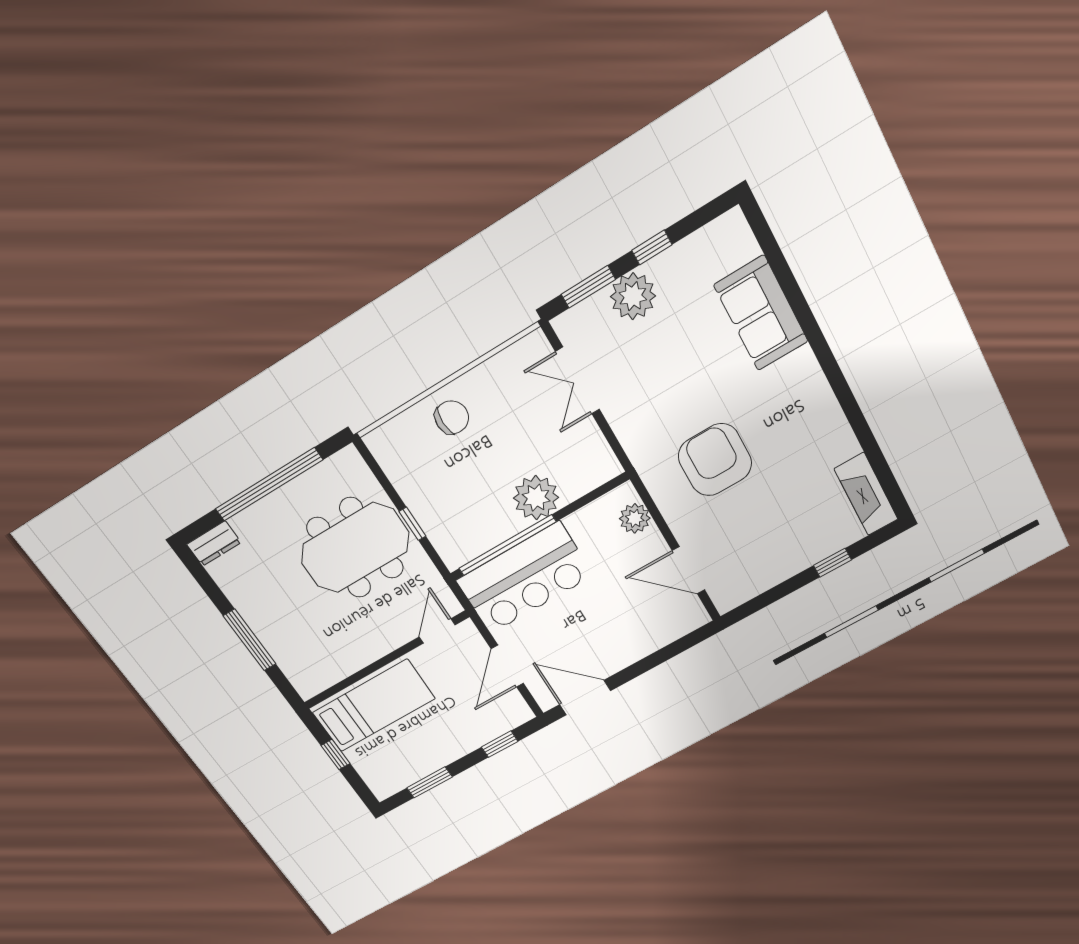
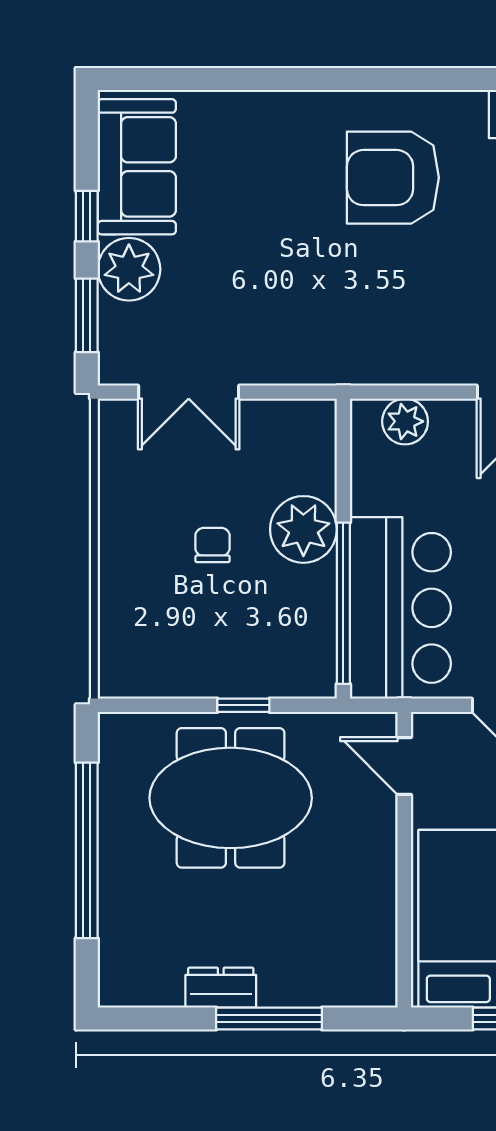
sofa: (761, 313) -> (137, 167), moved, turned -90
chair: (452, 417) -> (212, 545), moved, width x0.73, depth x0.73
armchair: (715, 460) -> (393, 178), moved
dresser: (214, 543) -> (221, 988), moved, turned -90
meeting table: (355, 548) -> (231, 798), turned 90

